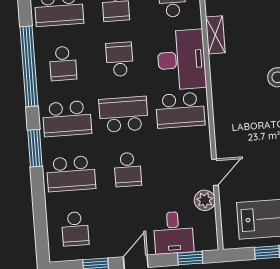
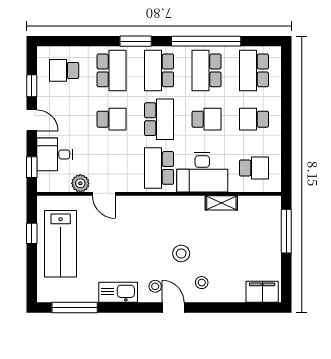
school desk: (63, 63) -> (207, 70), width x1.85
school desk: (128, 169) -> (112, 119), turned 180
school desk: (71, 174) -> (112, 70), turned 180

